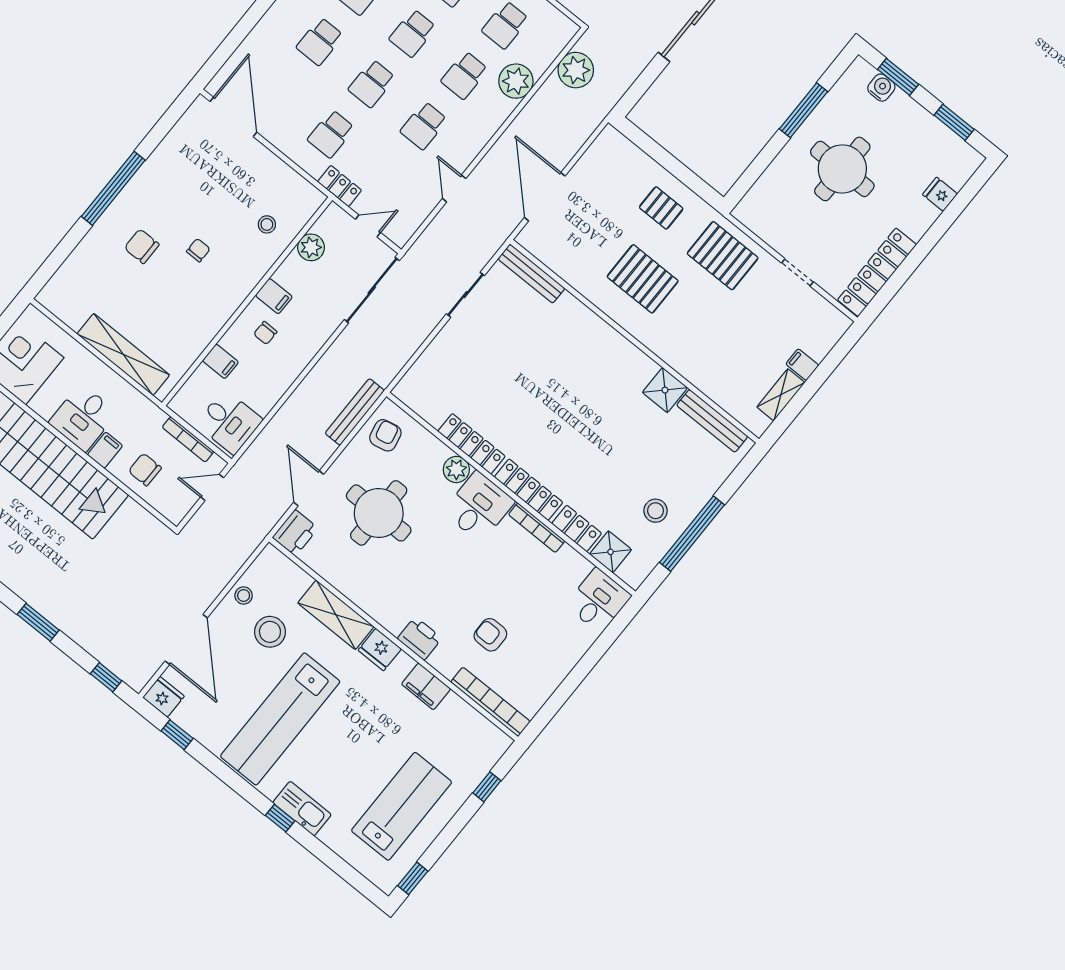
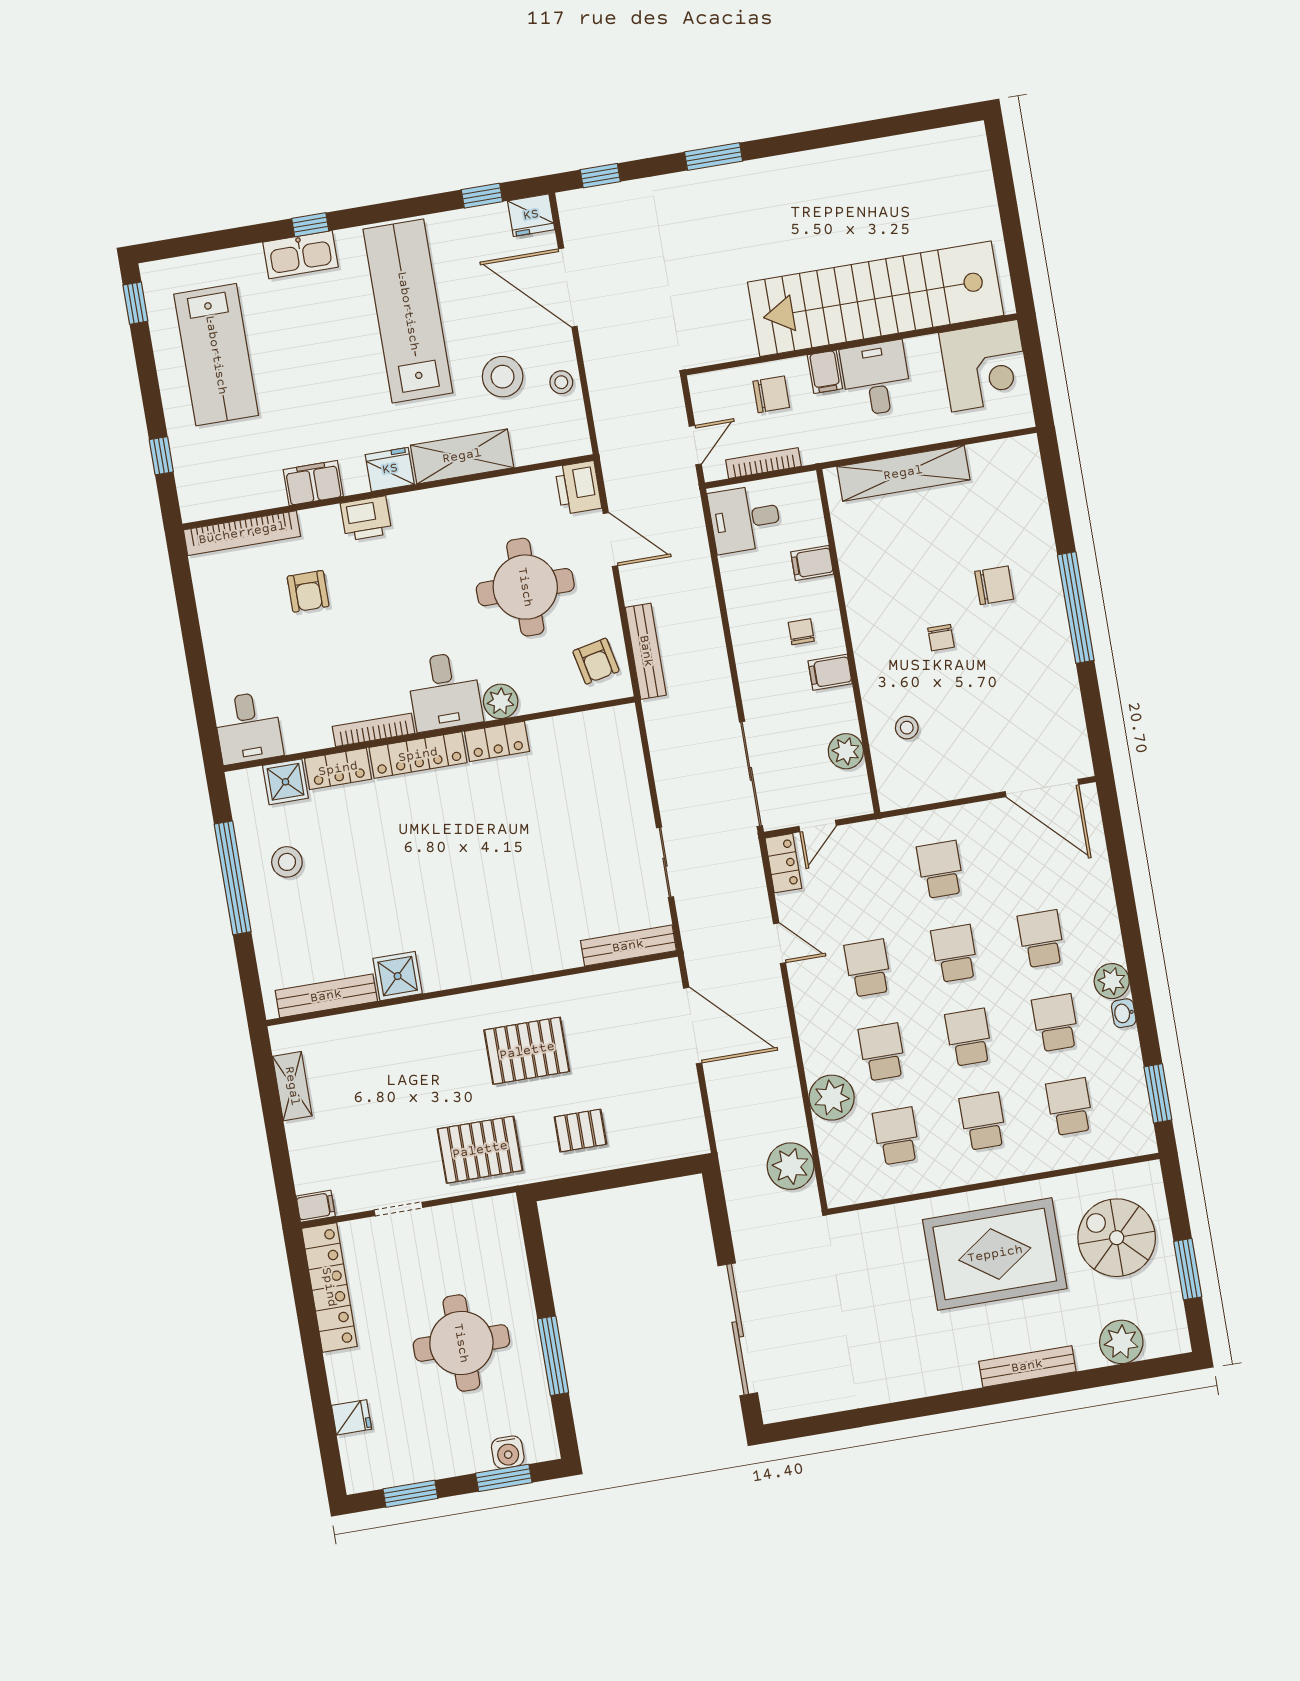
locker: (340, 186) -> (783, 863), moved, turned -90
filing cabinet: (802, 365) -> (316, 1206), moved
locker: (472, 444) -> (497, 741), width x0.66
armchair: (490, 635) -> (308, 591), turned 90

